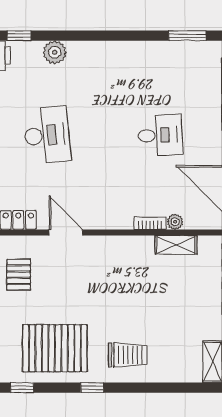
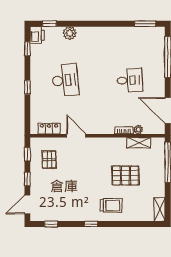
pallet: (55, 348) -> (125, 176), moved, width x0.73, depth x0.71

